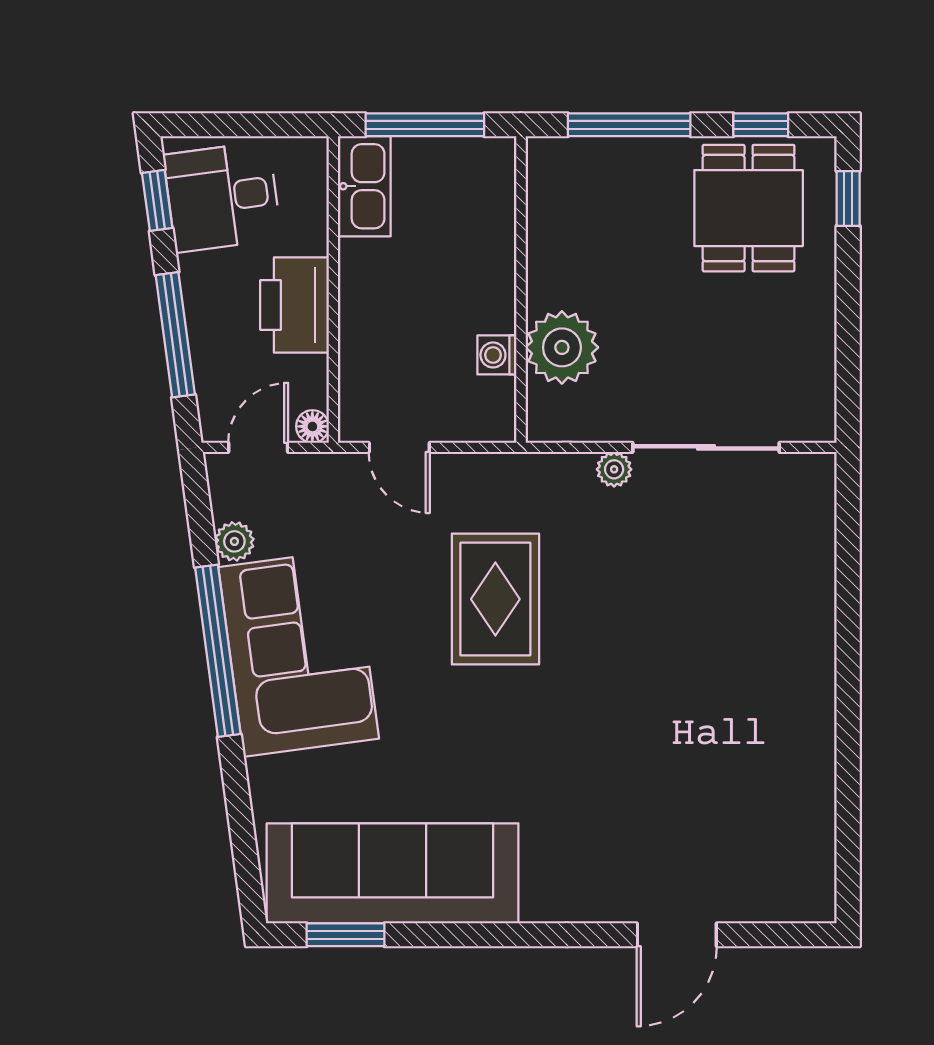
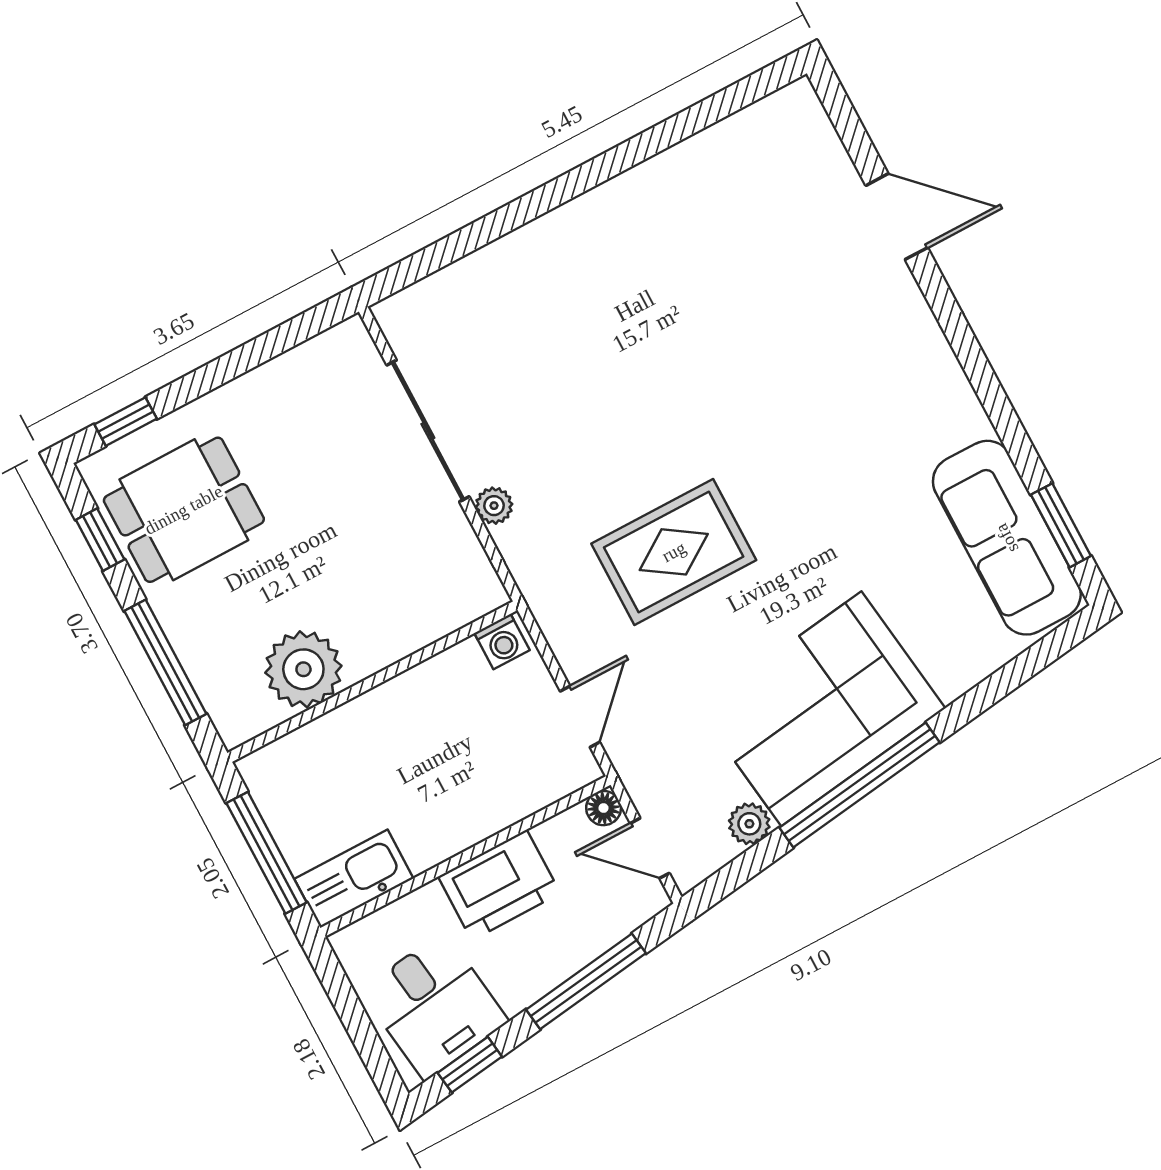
plant: (562, 347) -> (303, 669), moved
washing machine: (497, 355) -> (502, 642), moved
sofa: (393, 873) -> (1007, 538), width x0.74, depth x0.79

